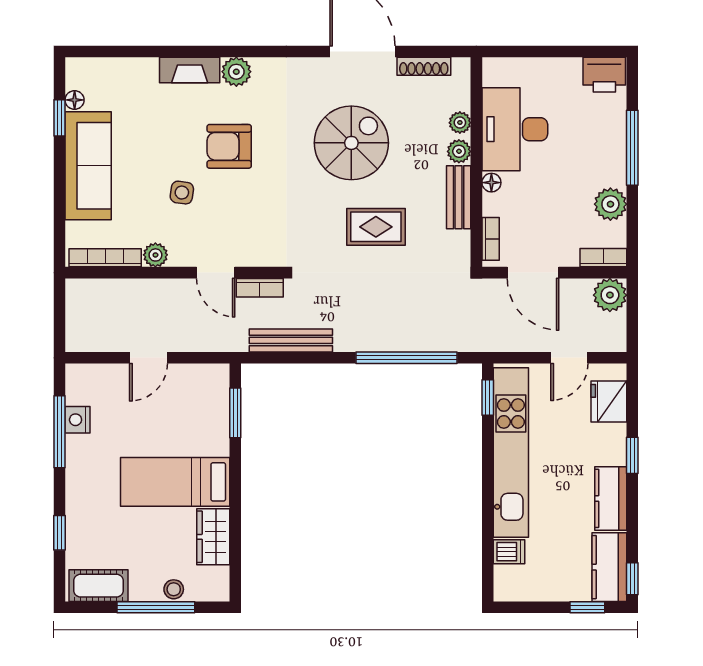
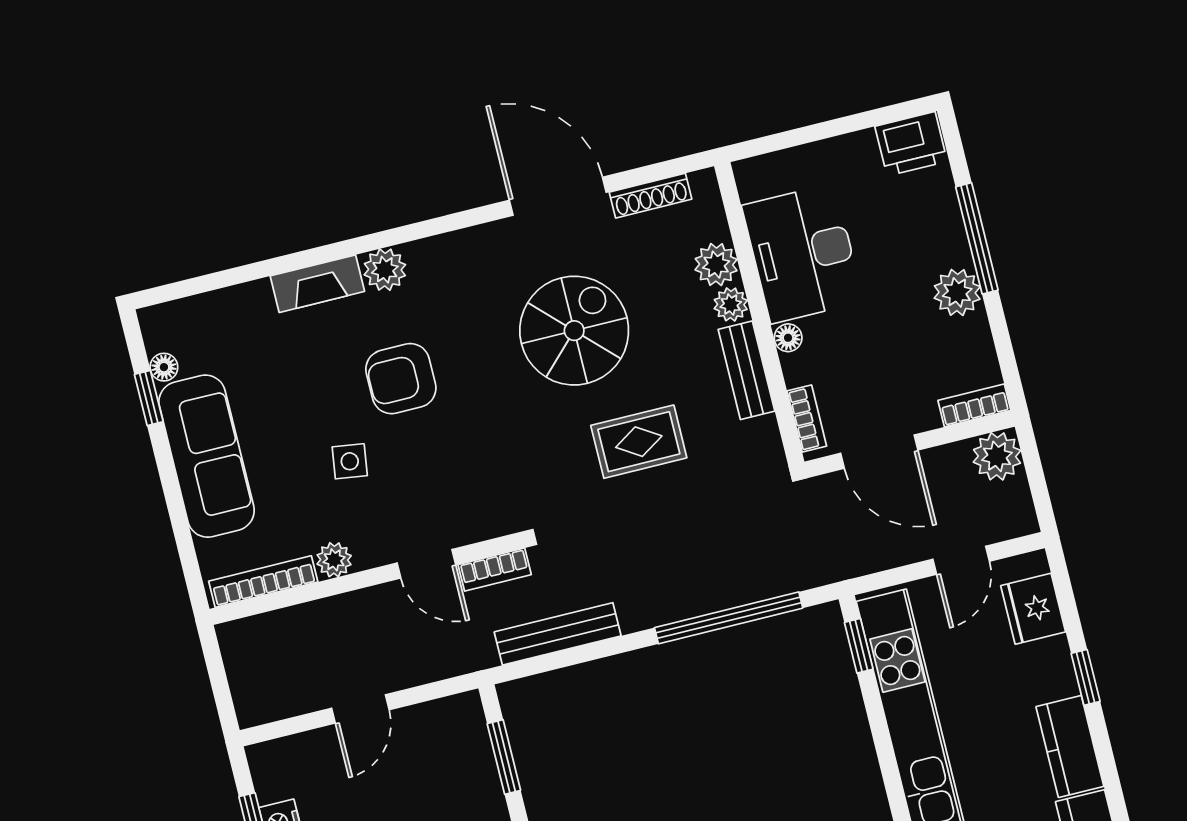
plant: (460, 123) -> (716, 265), width x1.38, depth x1.38
plant: (610, 204) -> (957, 292), moved

